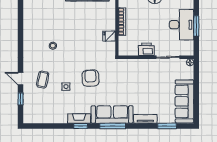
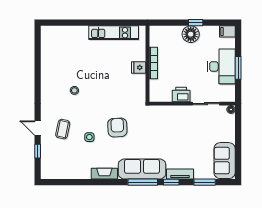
fridge: (109, 36) -> (139, 68), moved
sofa: (184, 101) -> (225, 161), width x0.73
window: (81, 126) -> (171, 182), moved

